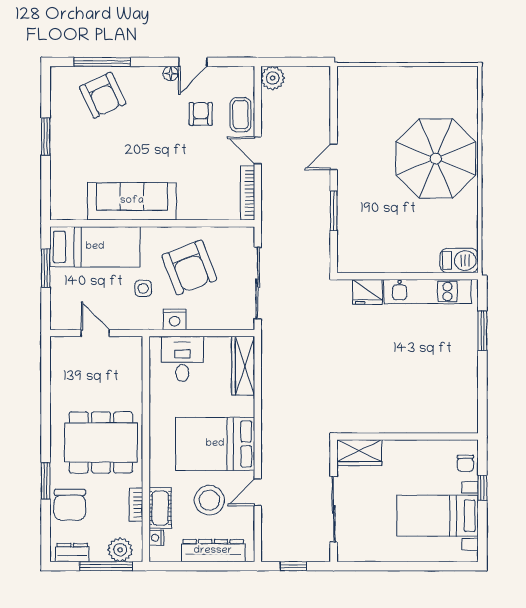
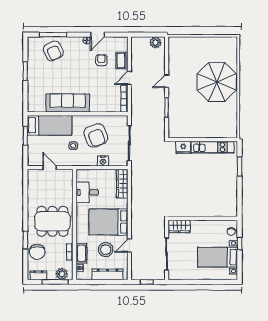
plant: (273, 78) -> (156, 43), moved
door: (258, 150) -> (129, 78), hinge flipped
barbecue: (459, 261) -> (228, 132), removed
nightstand: (175, 320) -> (103, 161), moved
desk: (182, 359) -> (87, 192), moved, turned -90

